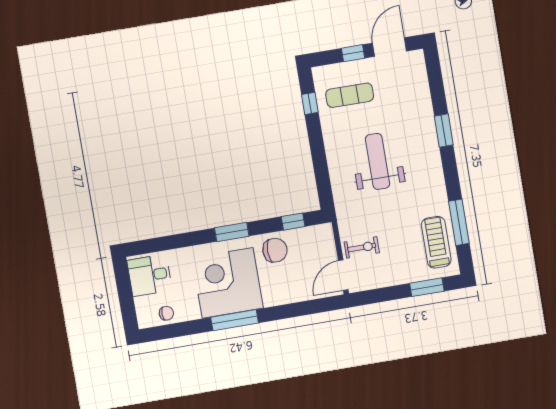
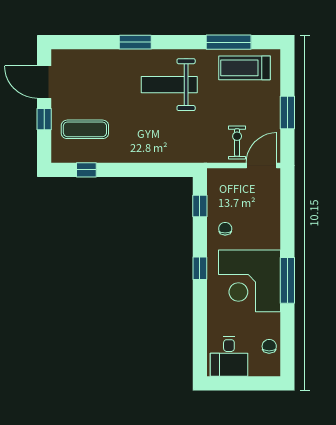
exercise mat: (350, 95) -> (85, 129), turned 90
weight bench: (378, 161) -> (169, 85), moved
window: (232, 232) -> (200, 268), width x0.67
chair: (275, 250) -> (225, 229), width x0.54, depth x0.54
door: (343, 275) -> (261, 165), swing flipped
window: (427, 287) -> (287, 113), moved

